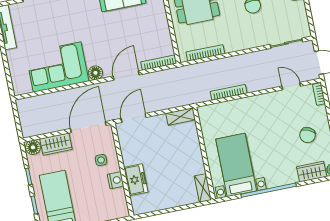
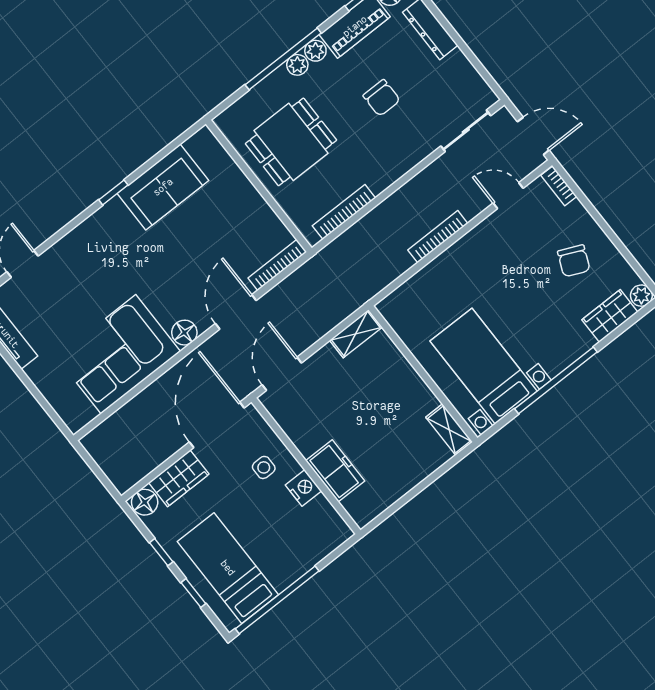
bookcase: (229, 92) -> (438, 237), moved

